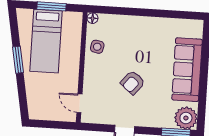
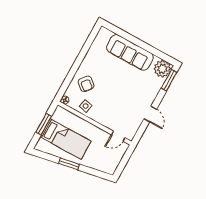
armchair: (133, 82) -> (86, 84), moved

